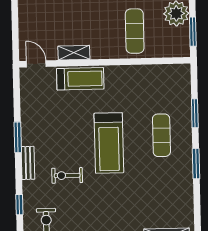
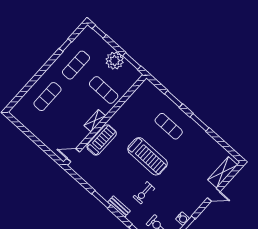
shelving: (74, 53) -> (95, 121), moved

